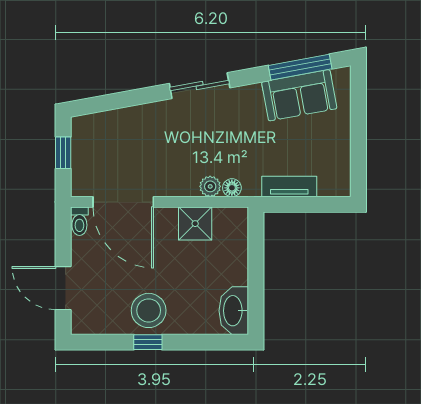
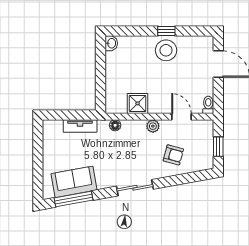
armchair: (137, 139) -> (173, 155), added
plant: (210, 186) -> (153, 126), moved
door: (123, 202) -> (181, 117), width x0.53
washbasin: (234, 311) -> (111, 43), width x0.52, depth x0.69

